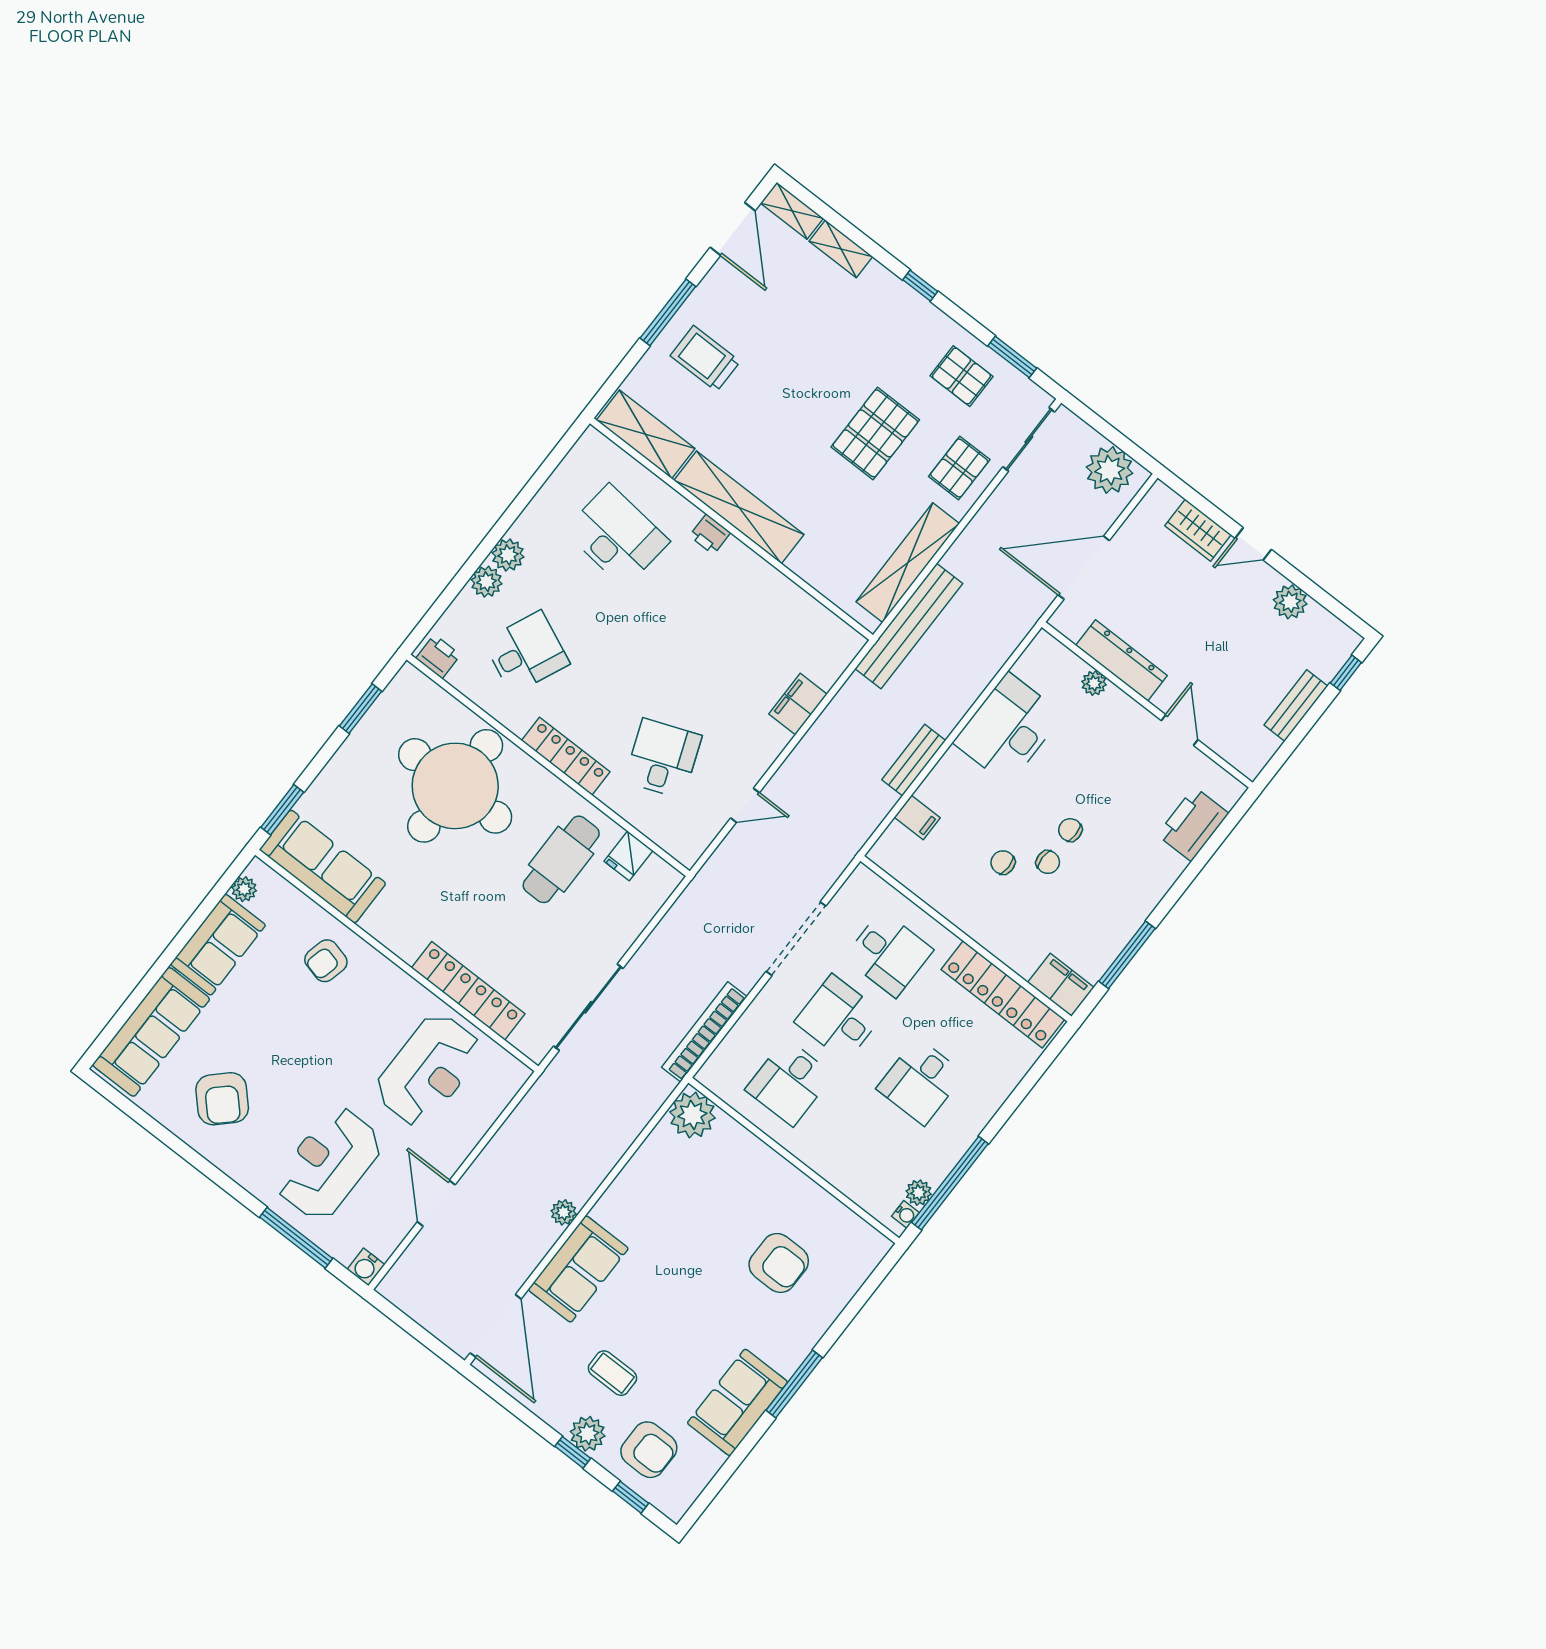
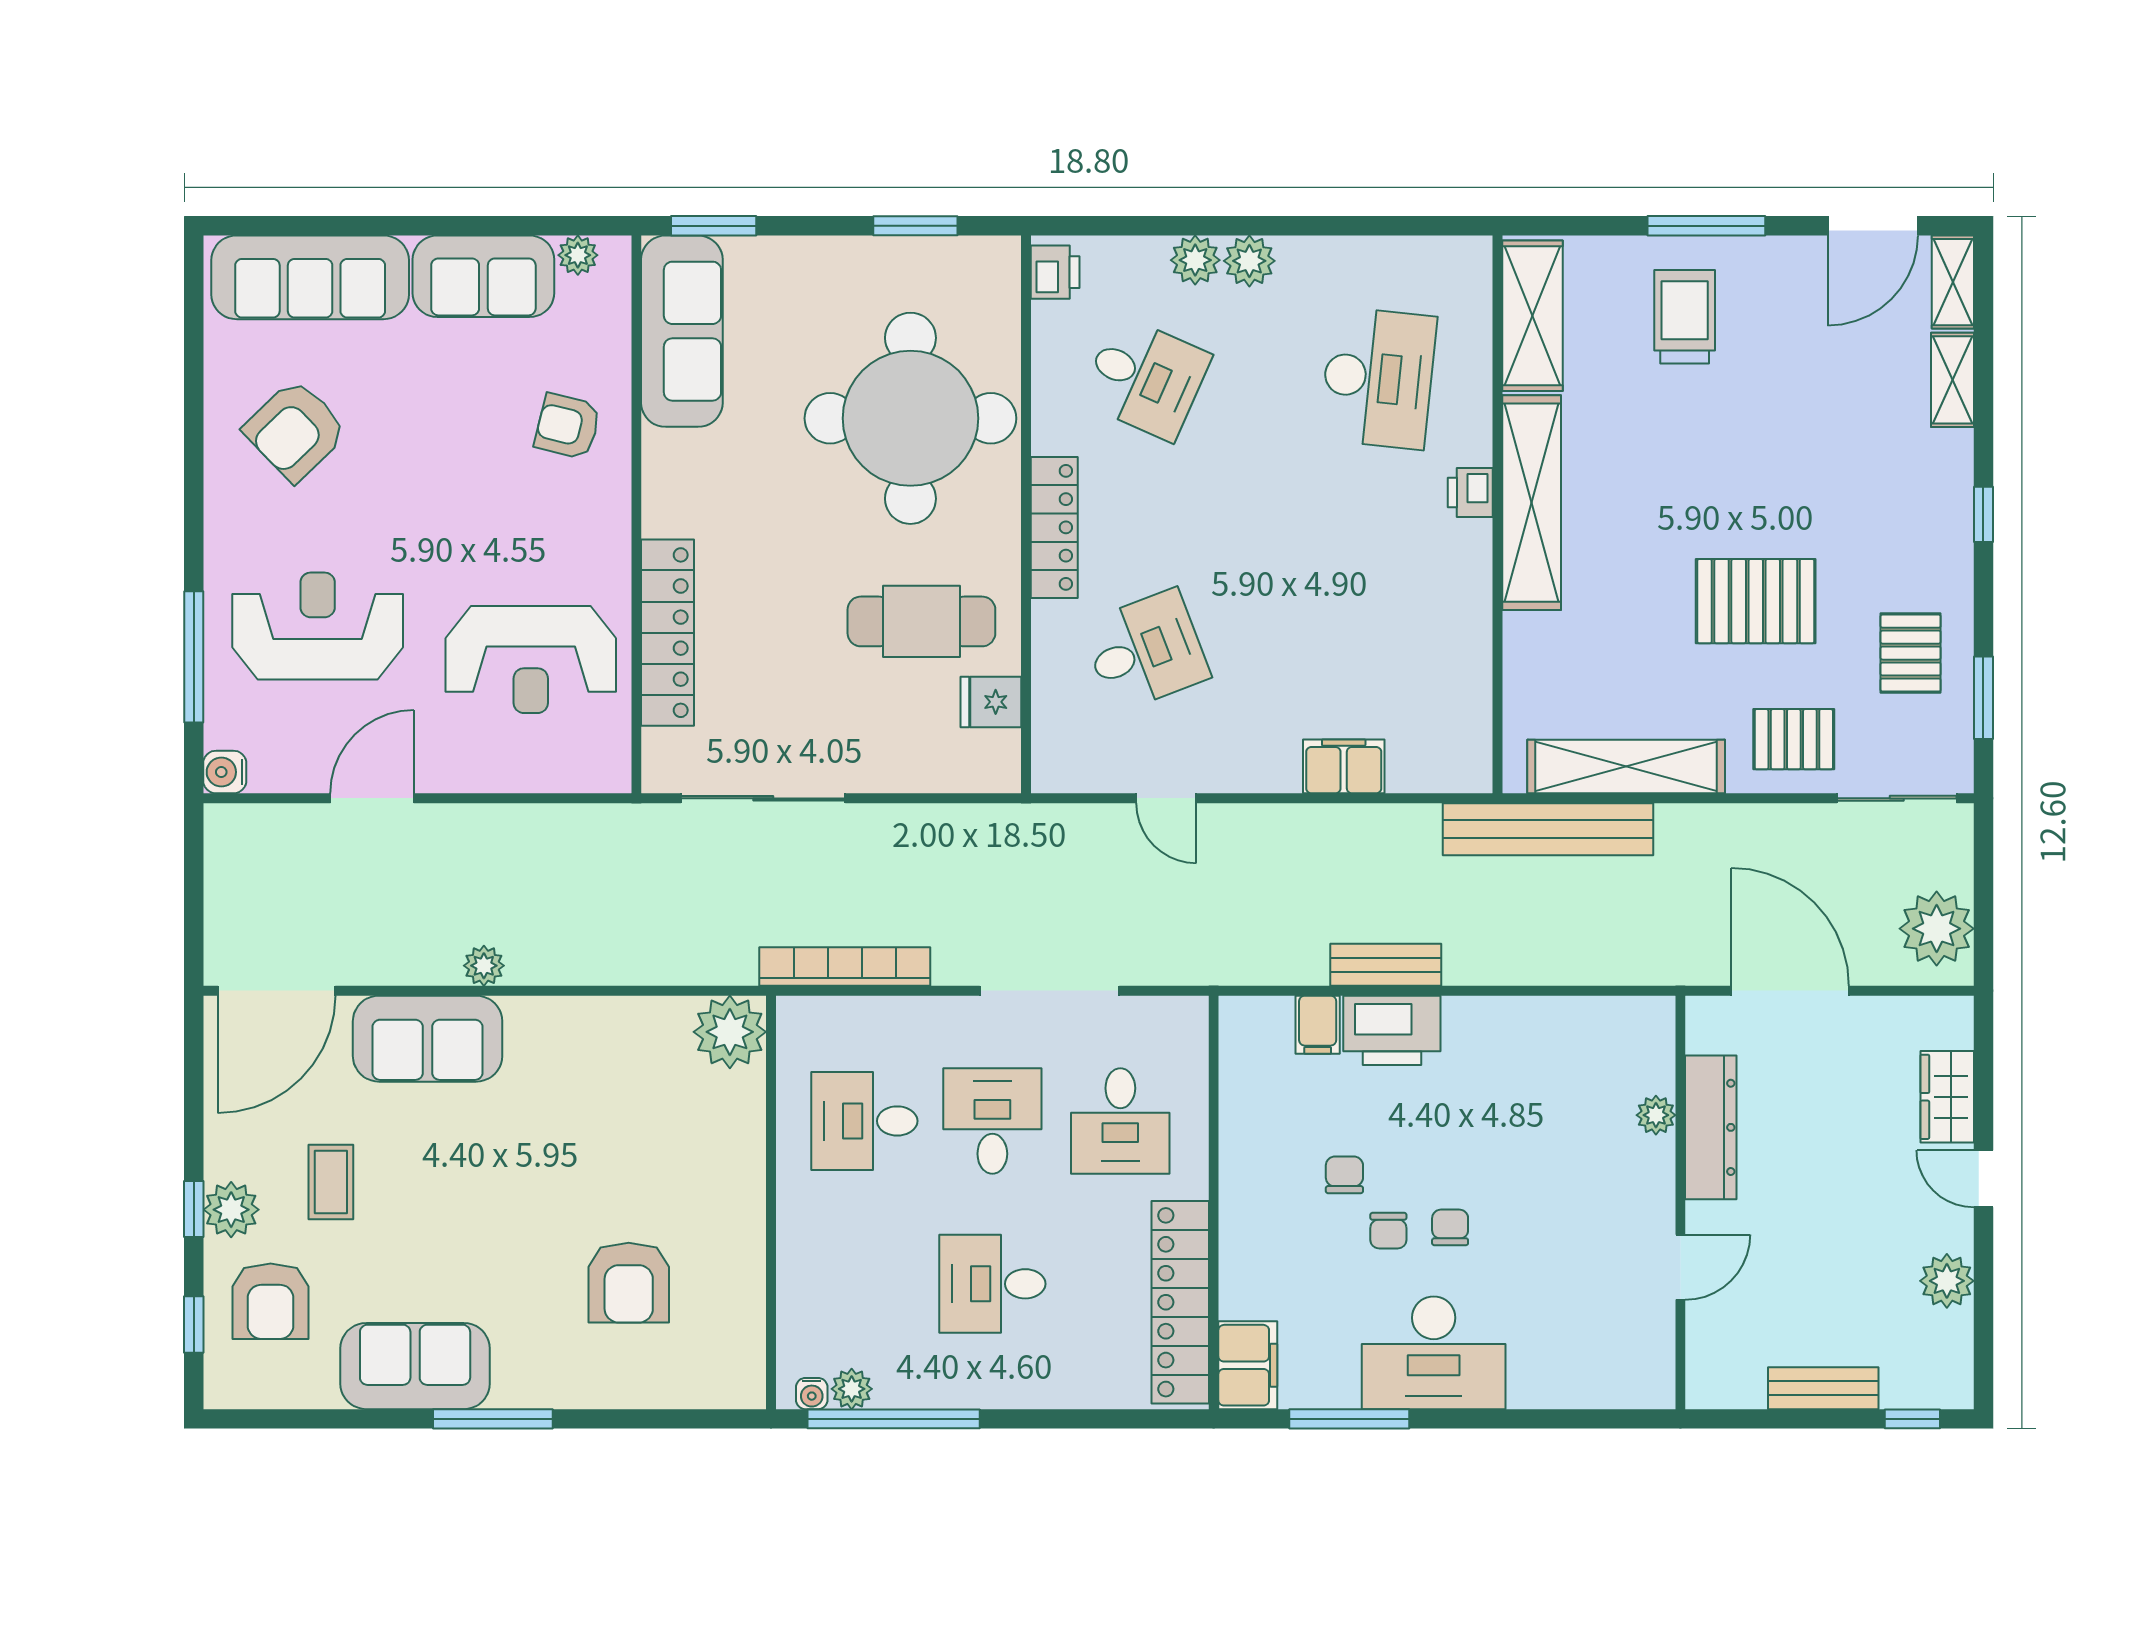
desk: (1008, 729) -> (1434, 1353), moved, turned 180
printer: (1193, 824) -> (1392, 1030), moved, turned 180

